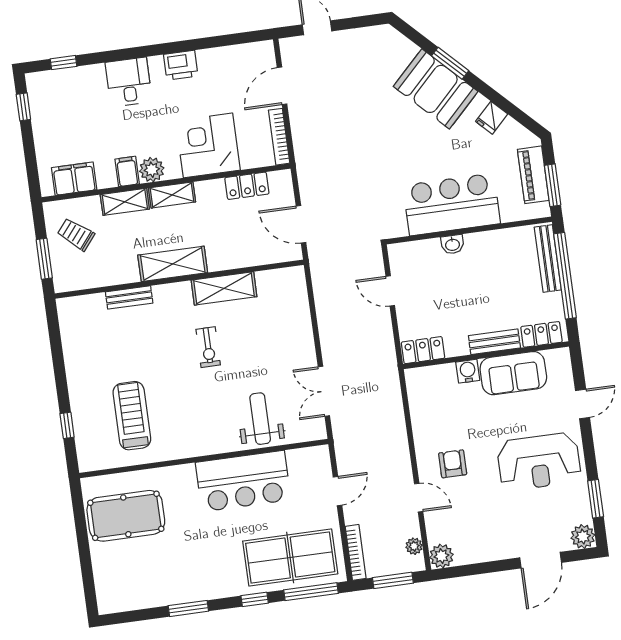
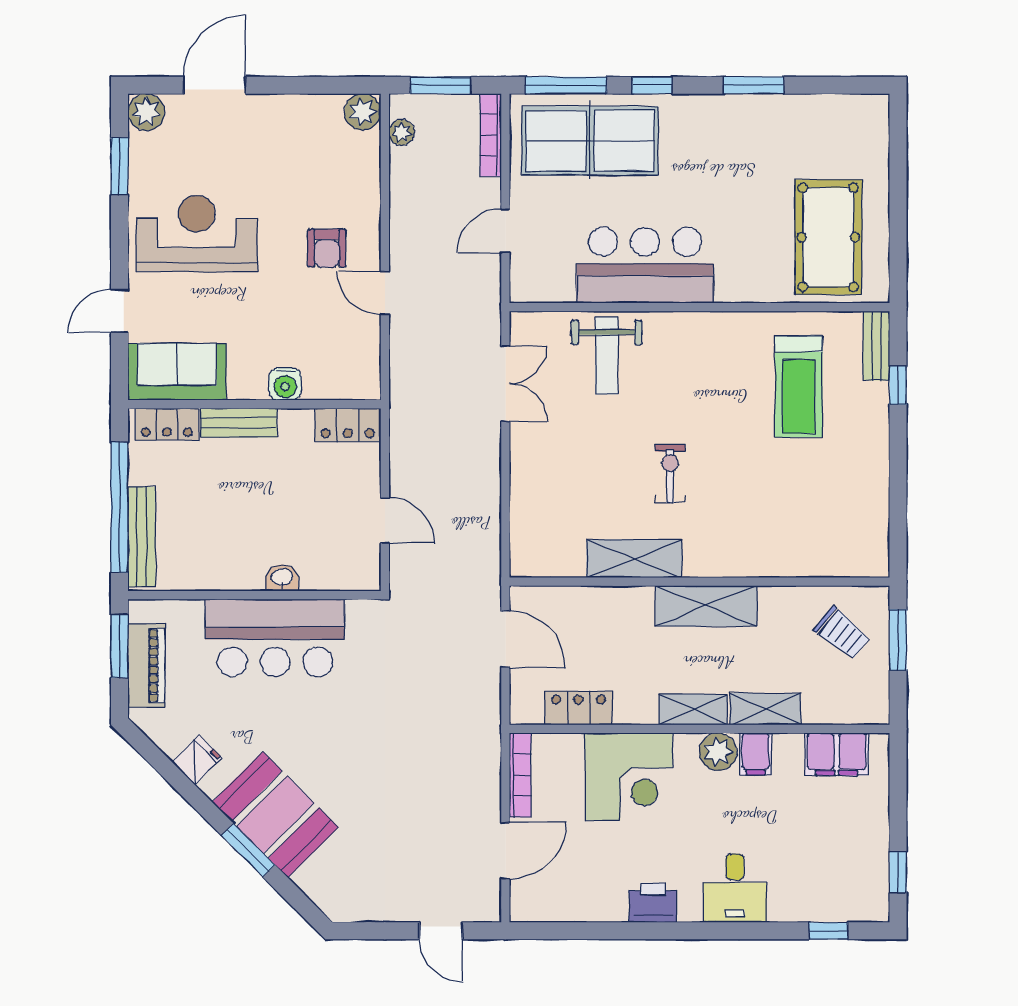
trolley: (76, 234) -> (842, 633), moved
bench: (129, 297) -> (876, 346), moved, turned 90
sofa: (513, 373) -> (177, 372), moved
door: (419, 498) -> (385, 293), moved
pool table: (126, 516) -> (828, 237), turned 90

